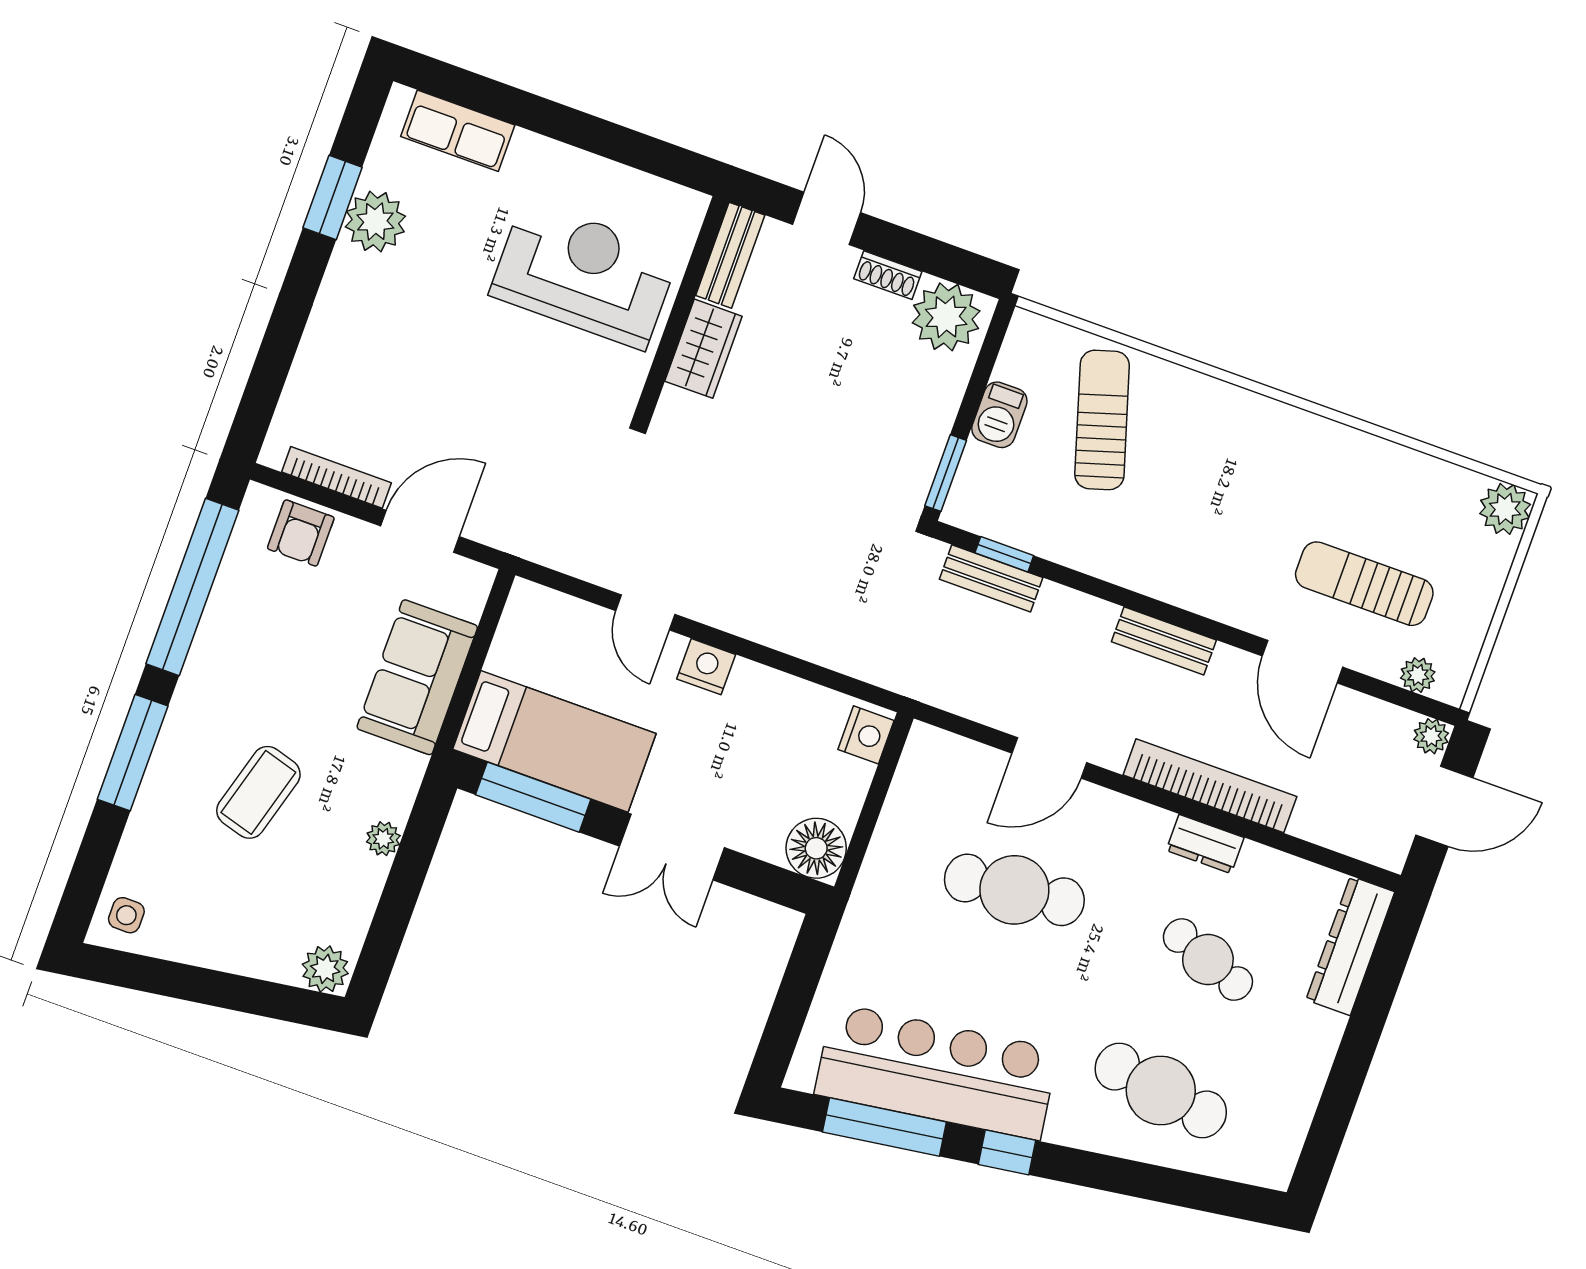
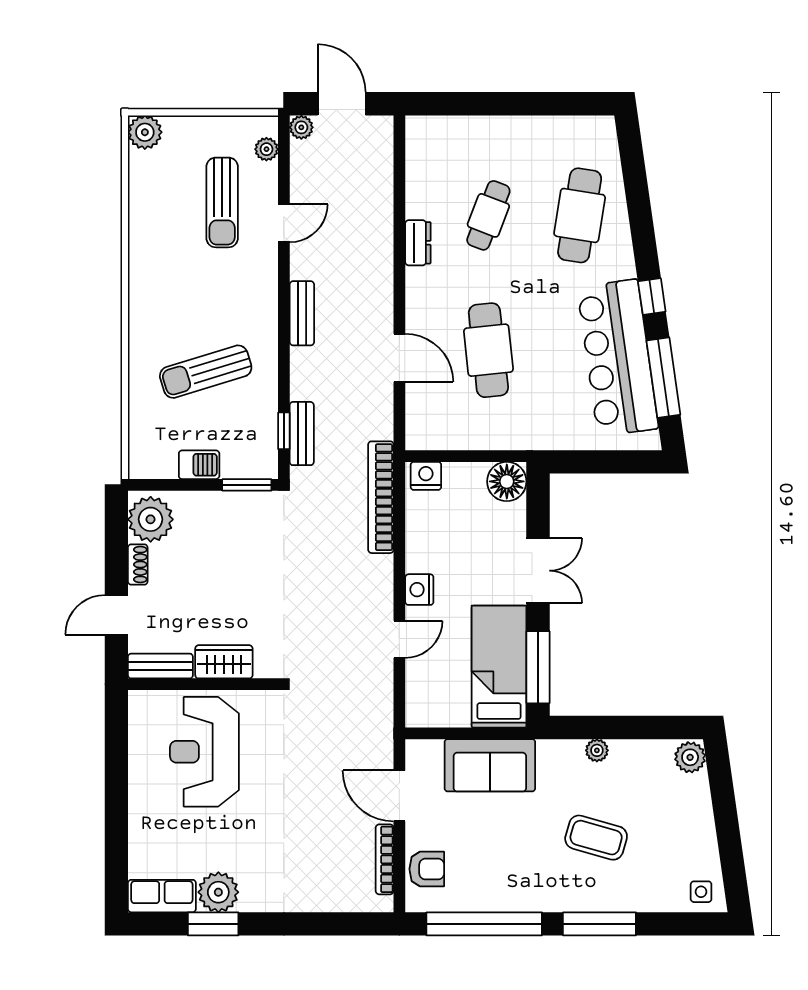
row of seats: (458, 131) -> (162, 896), moved, turned -90
sun lounger: (1102, 420) -> (206, 372), moved
door: (1302, 662) -> (284, 223), width x0.73
bookcase: (1210, 786) -> (381, 497), moved
dresser: (1350, 946) -> (448, 131), removed

